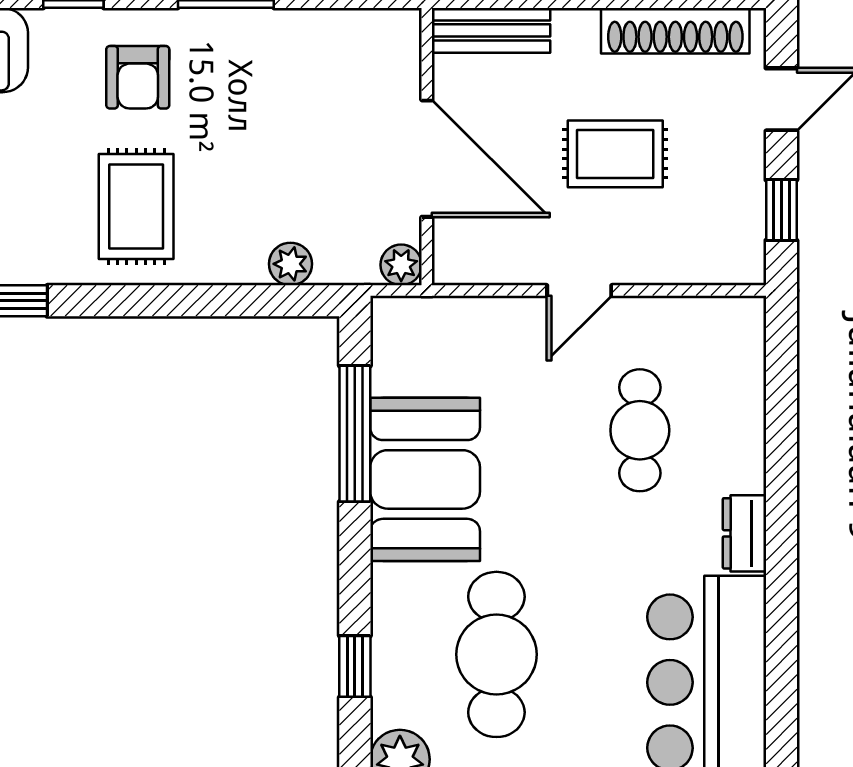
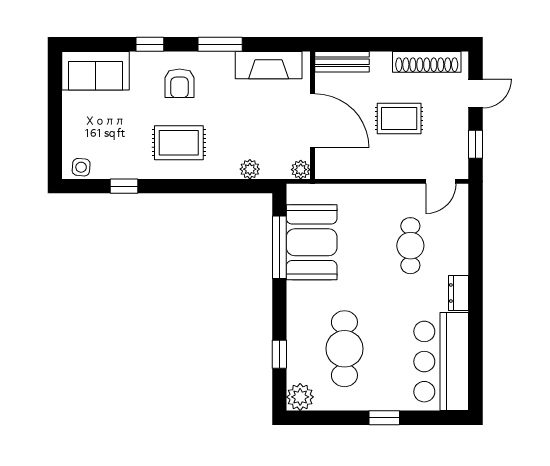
fireplace: (331, 38) -> (269, 65), added
rug: (136, 207) -> (179, 143), turned 90
door: (579, 291) -> (441, 181), moved
booth: (425, 479) -> (312, 242), moved

